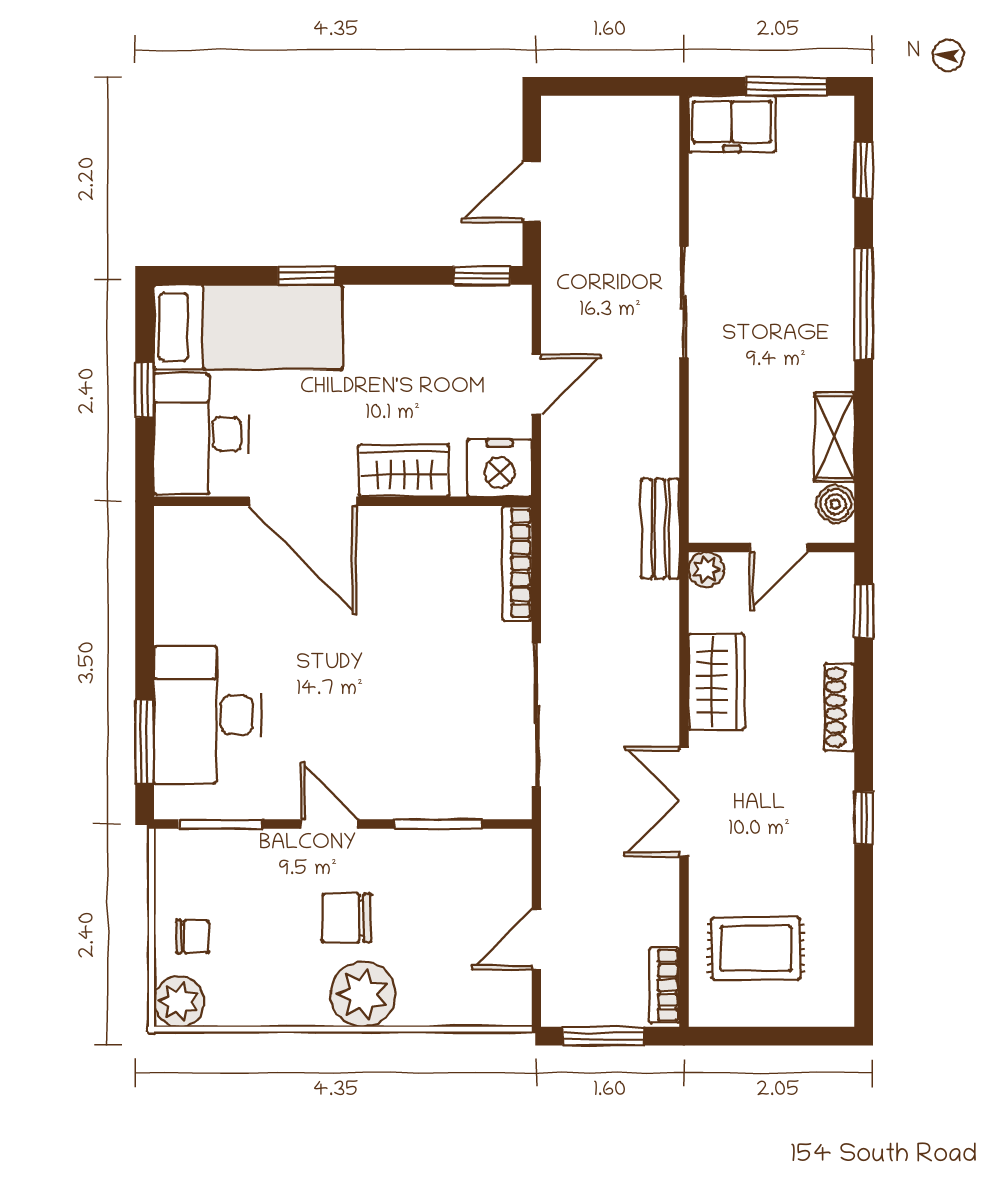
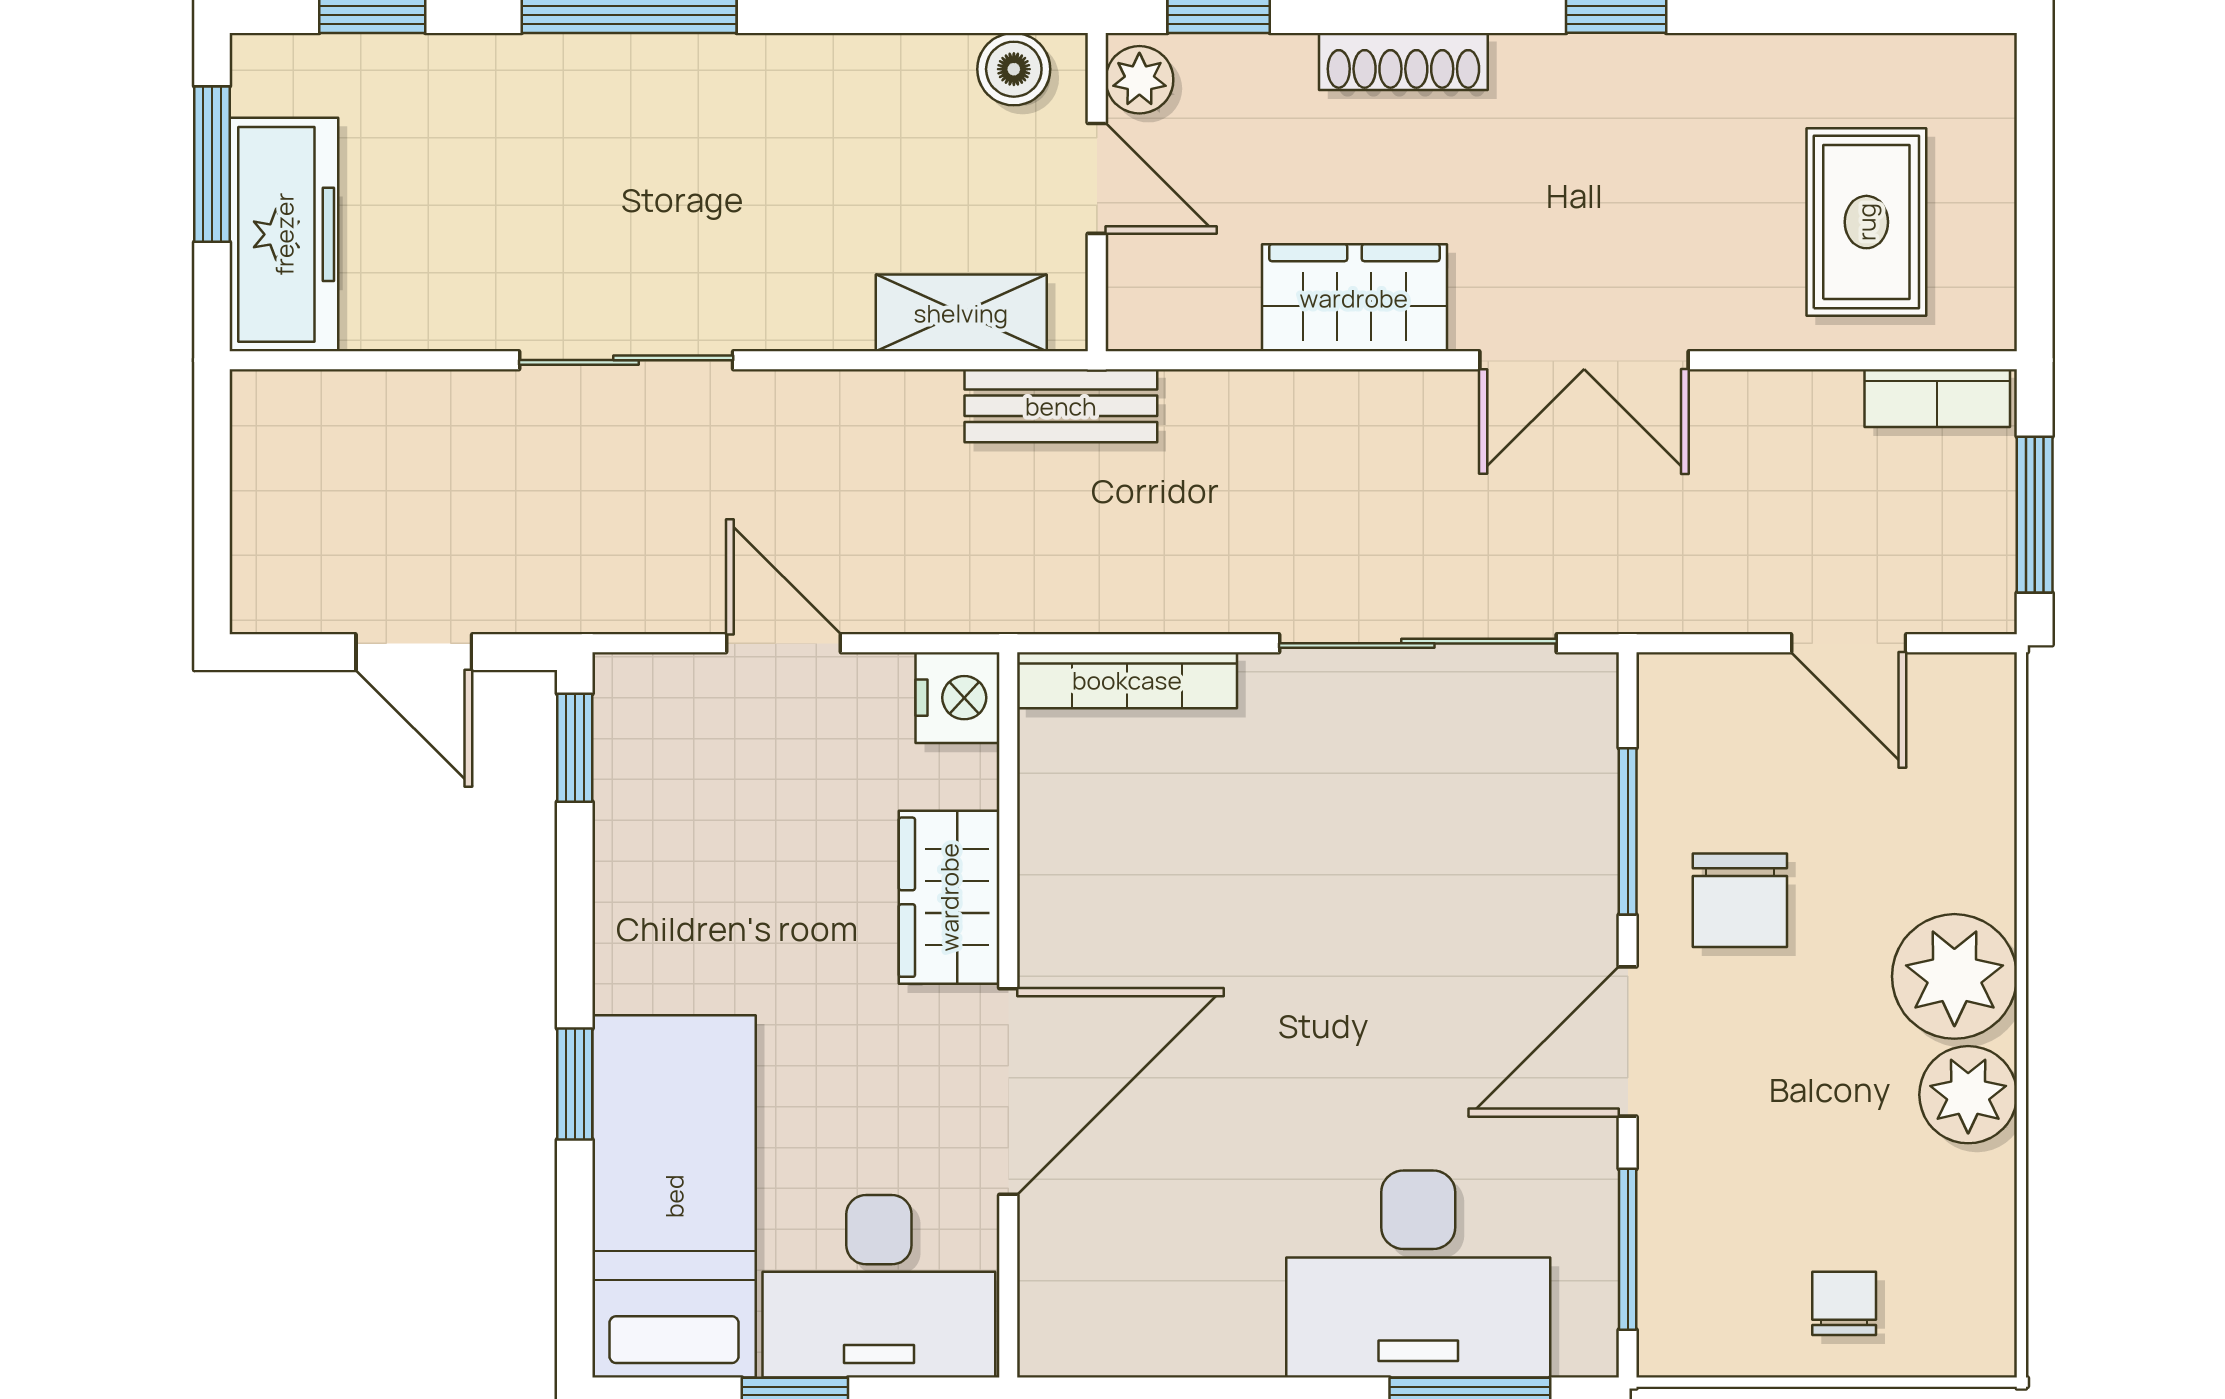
freezer: (732, 124) -> (284, 234), width x1.40
shelving: (834, 437) -> (961, 313), moved
nightstand: (500, 468) -> (958, 698), width x0.74, depth x0.75
plant: (706, 570) -> (1139, 80), moved
door: (329, 824) -> (1628, 1041), width x1.38
chair: (347, 918) -> (1740, 900), moved
plant: (179, 1001) -> (1968, 1095), moved

